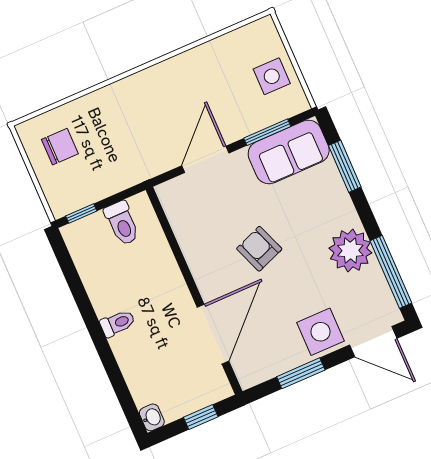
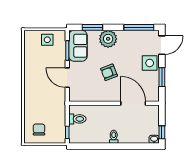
plant: (350, 251) -> (108, 39), moved
window: (201, 417) -> (162, 132), moved

